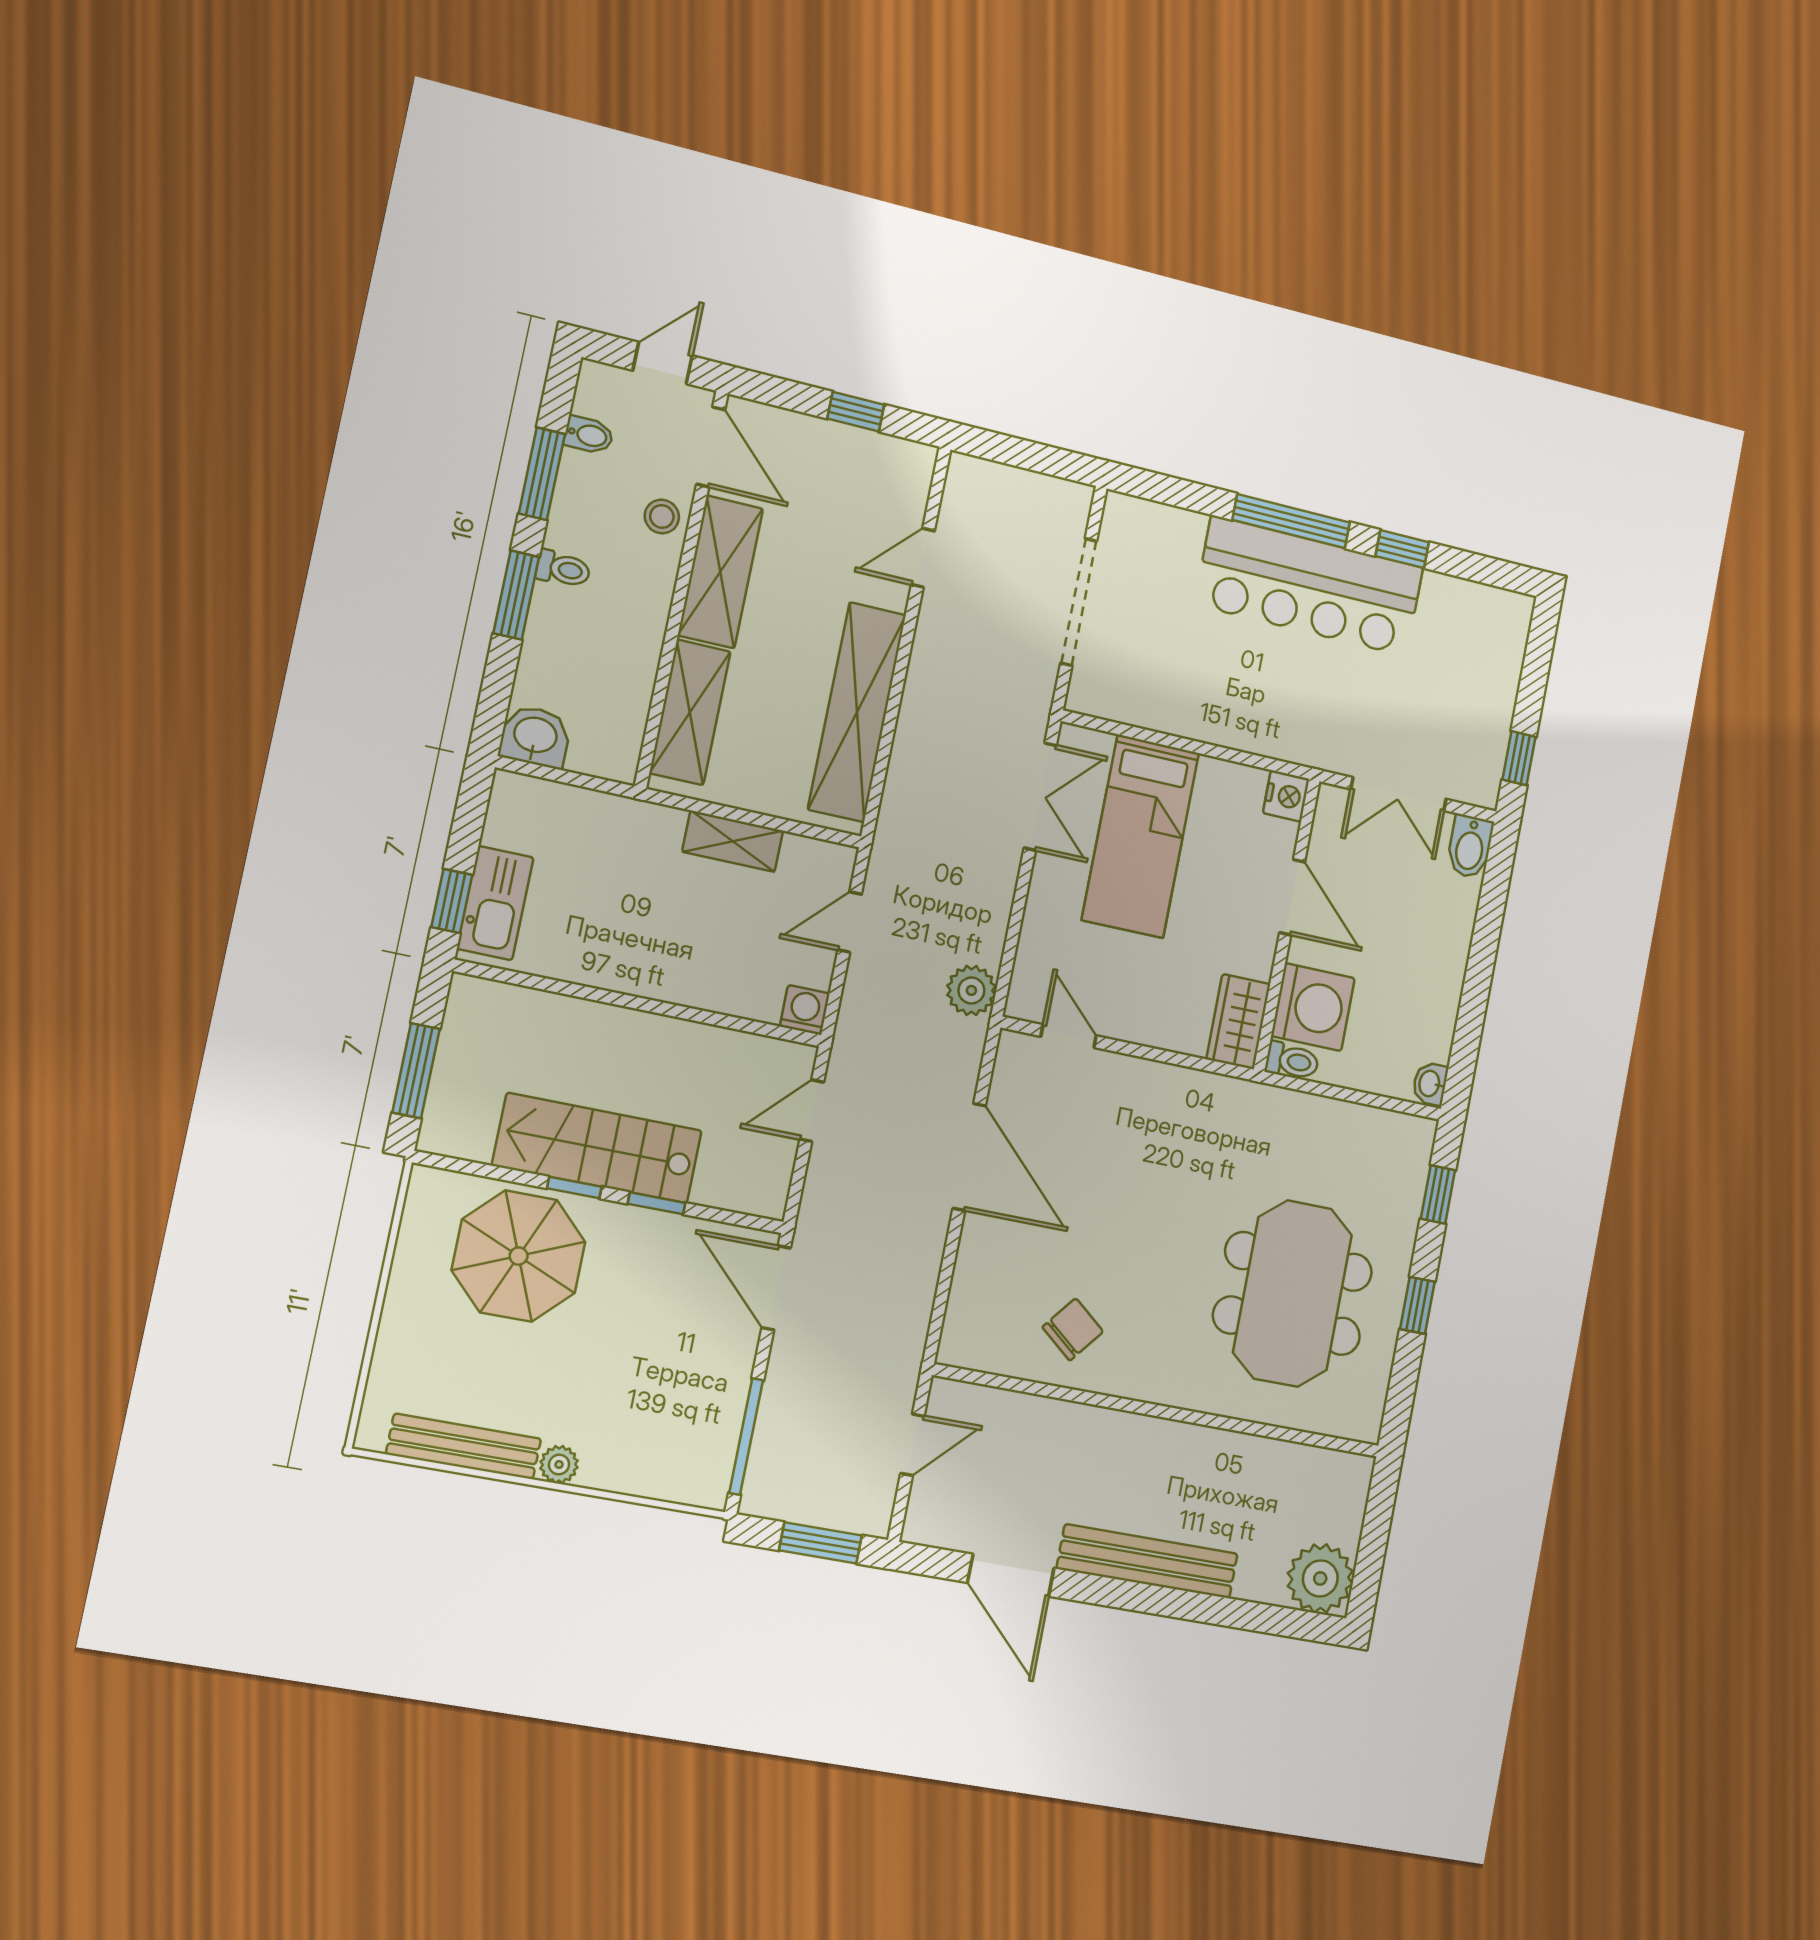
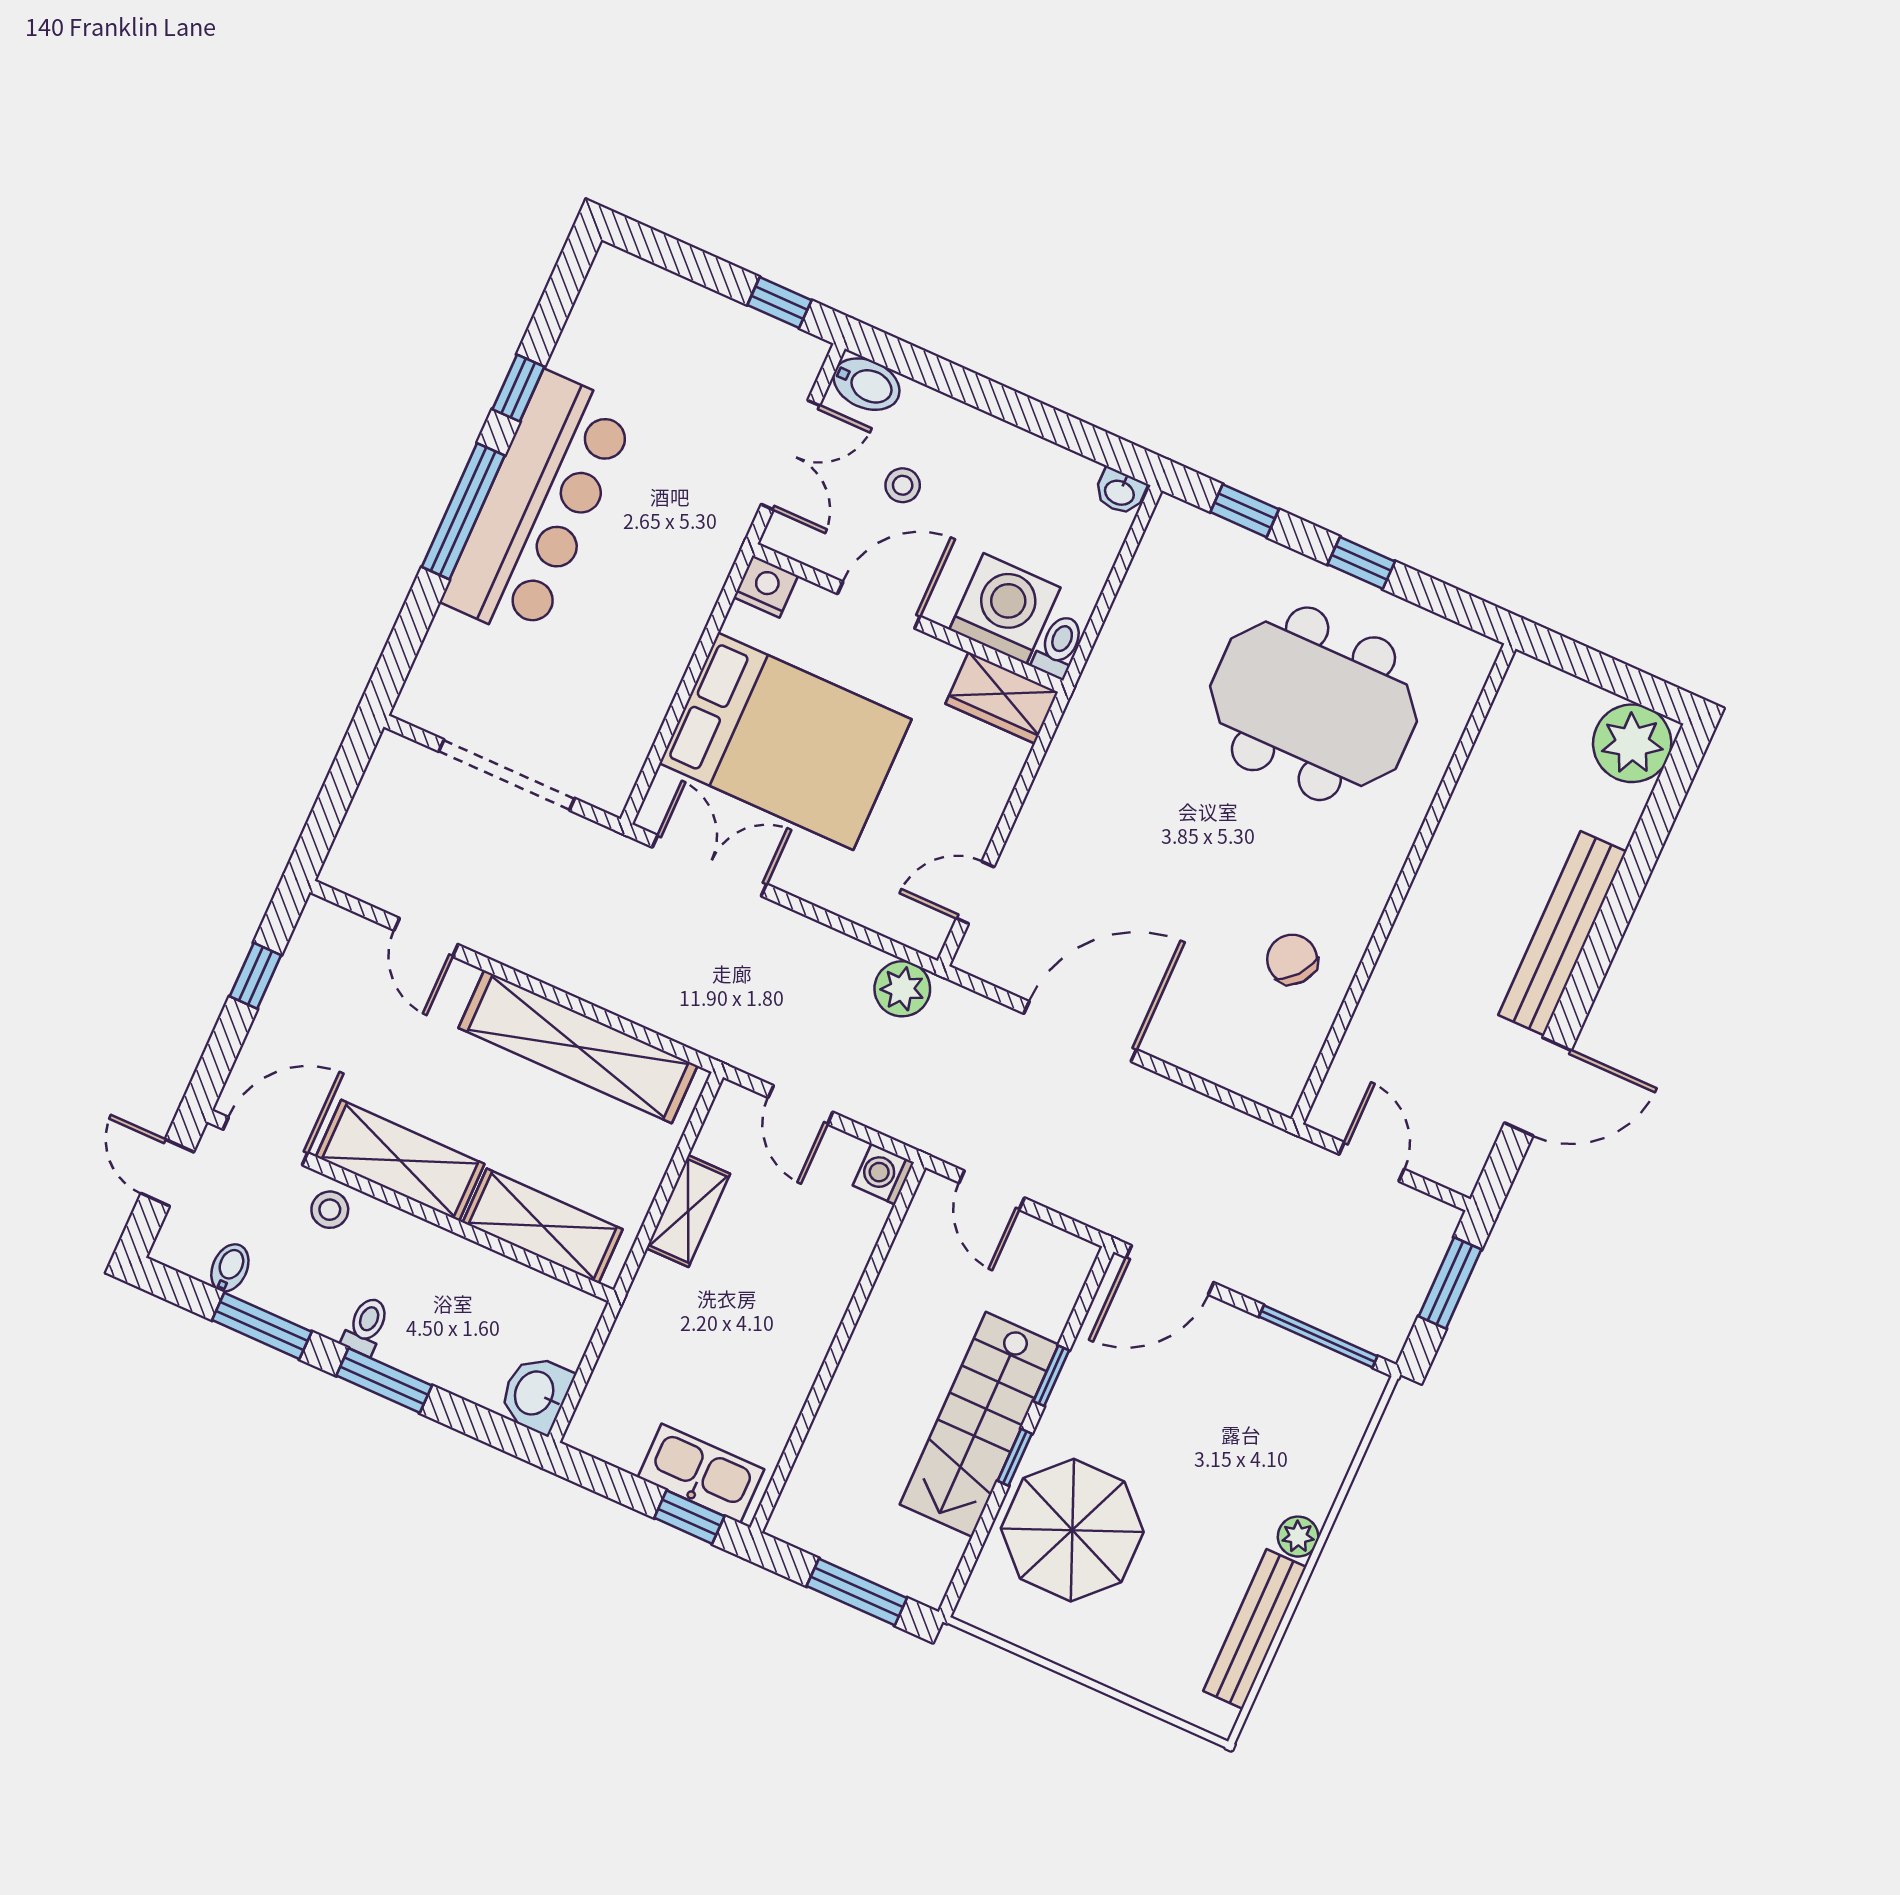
bed: (1140, 836) -> (785, 741), width x1.50
stool: (1395, 896) -> (903, 485), added

